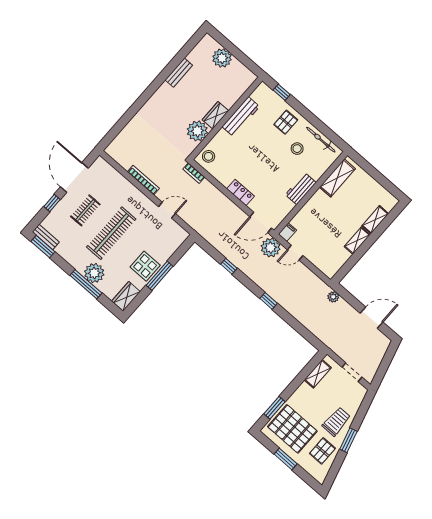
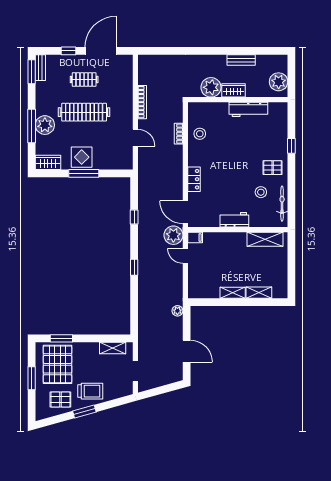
wardrobe: (215, 115) -> (234, 90), moved
workbench: (241, 117) -> (248, 109), moved
wall: (226, 118) -> (238, 100), moved
plant: (197, 131) -> (211, 87), moved

